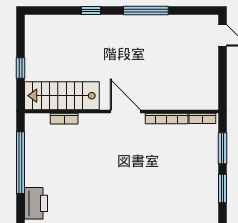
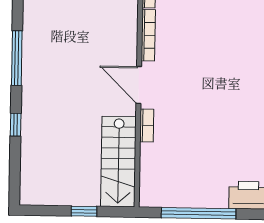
door: (125, 111) -> (139, 85), hinge flipped
bookcase: (64, 119) -> (147, 125), moved

